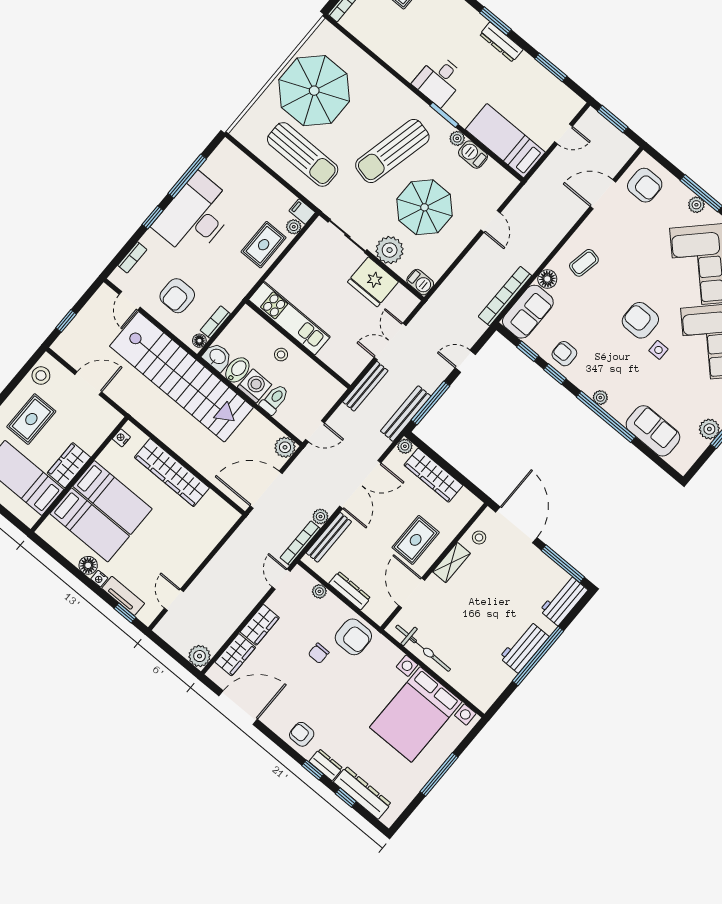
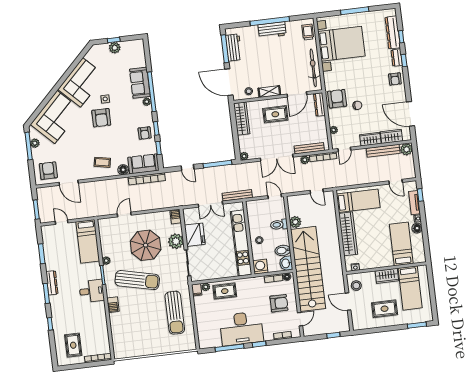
parasol: (314, 91) -> (146, 334), removed
sun lounger: (303, 154) -> (175, 313), turned 180
barbecue: (473, 155) -> (113, 305), moved
kitchen unit: (289, 318) -> (241, 243), width x1.36
stool: (41, 376) -> (356, 286), moved
washing machine: (255, 386) -> (260, 267), moved, turned 90
bench: (406, 414) -> (383, 151), moved
sofa: (653, 431) -> (140, 83), moved
plant: (285, 447) -> (295, 222), moved
wardrobe: (433, 475) -> (242, 119), moved
double door: (360, 484) -> (277, 158), swing flipped
door: (266, 490) -> (317, 191), width x0.53
bed: (112, 498) -> (358, 201), moved, turned 90
door: (516, 525) -> (229, 82), hinge flipped
dresser: (350, 591) -> (319, 105), moved
door: (174, 600) -> (396, 182), hinge flipped
workbench: (564, 600) -> (234, 48), moved, turned -90
trolley: (474, 688) -> (308, 32), added

